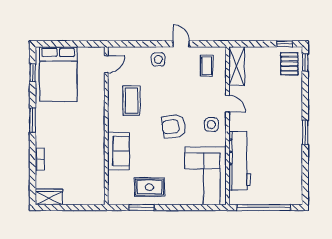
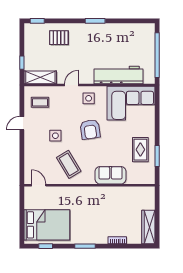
window: (285, 44) -> (22, 63), moved
side table: (158, 59) -> (55, 136), moved
pallet: (289, 64) -> (59, 38), moved
coffee table: (131, 100) -> (69, 164), turned 59
wardrobe: (49, 197) -> (148, 227), width x1.50

